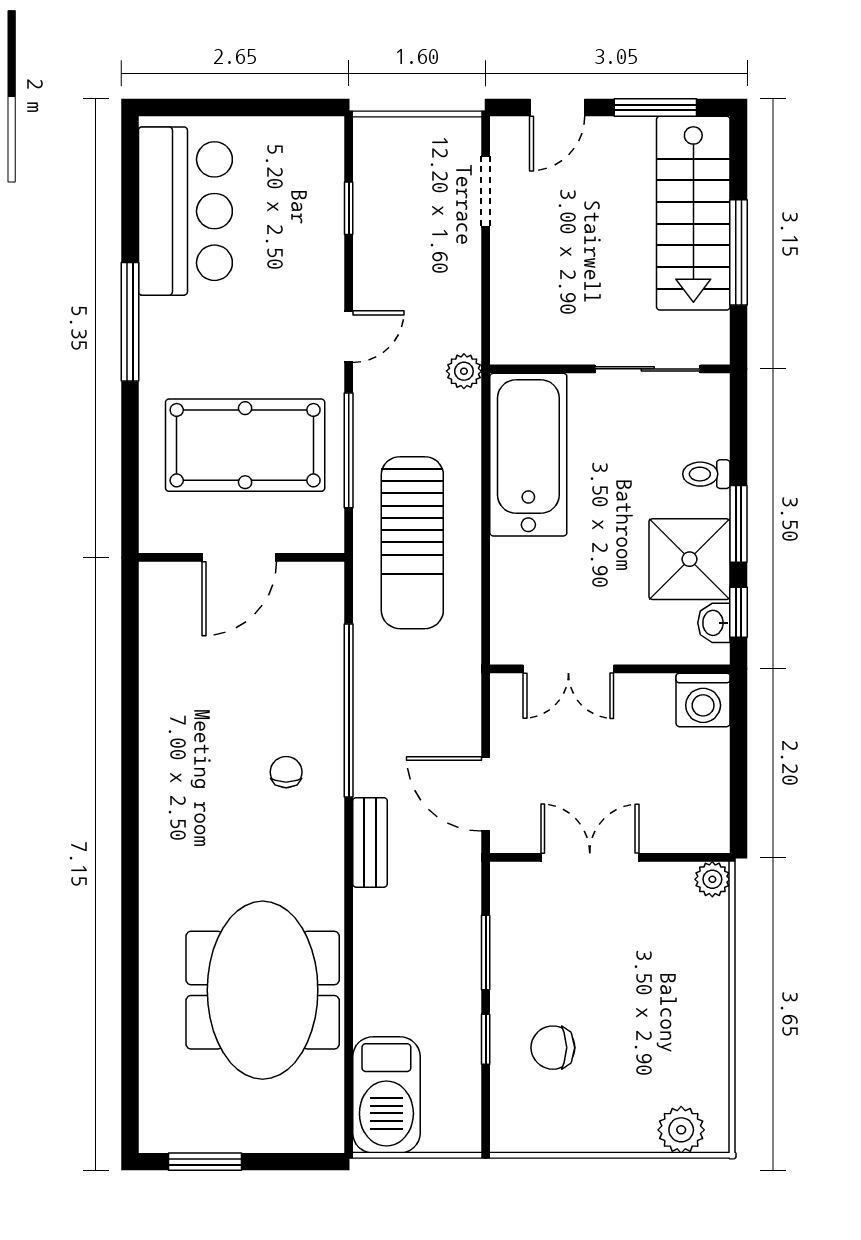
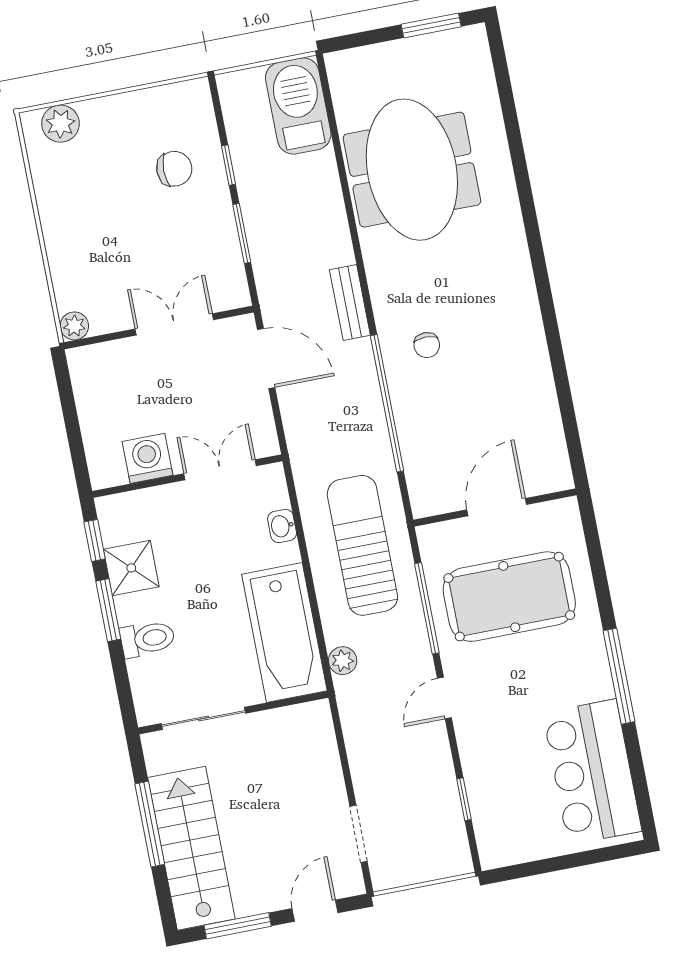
plant: (464, 371) -> (343, 661), moved
toilet: (706, 474) -> (147, 639), width x1.37, depth x1.39
shower: (690, 559) -> (131, 568), width x0.73, depth x0.73
washbasin: (714, 623) -> (282, 526), moved, turned 180
washing machine: (703, 700) -> (147, 458), moved
double door: (590, 857) -> (174, 324), swing flipped

